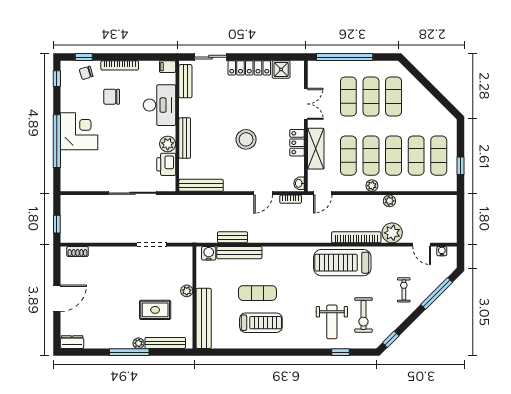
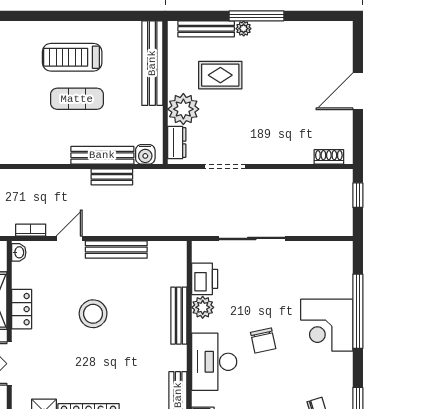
chair: (112, 97) -> (263, 341), moved, turned 78
bench: (201, 185) -> (116, 250), moved
plant: (187, 291) -> (183, 109), width x1.87, depth x1.87
dresser: (72, 342) -> (177, 143), moved, turned -90

